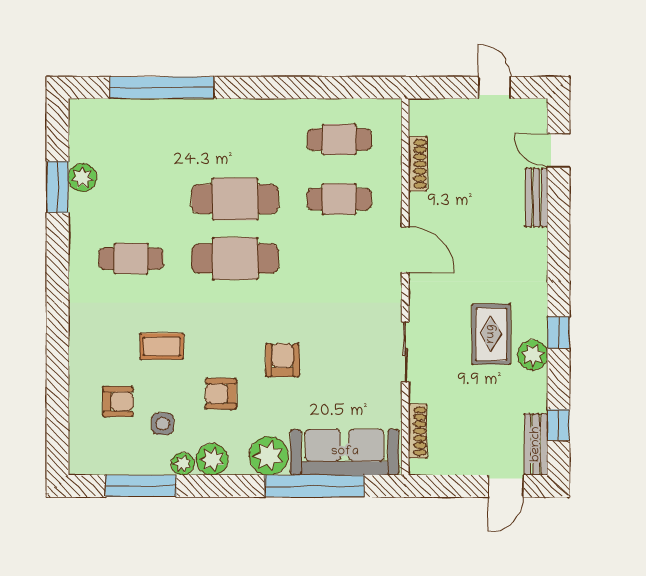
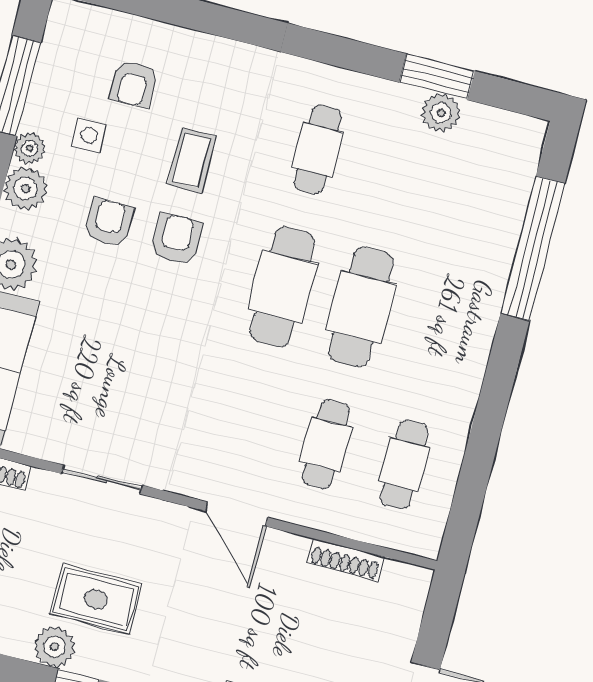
door: (405, 250) -> (237, 514), hinge flipped
armchair: (282, 360) -> (176, 239), moved, turned -90

